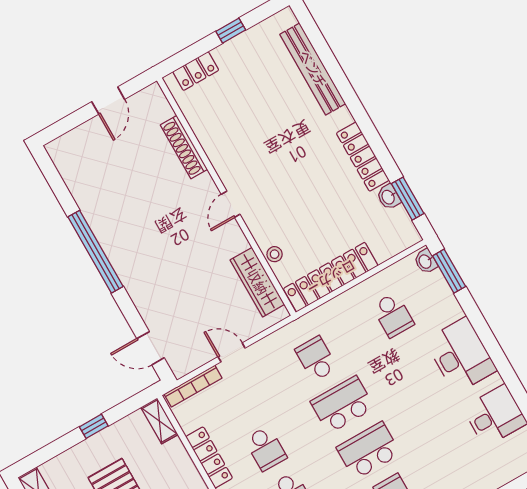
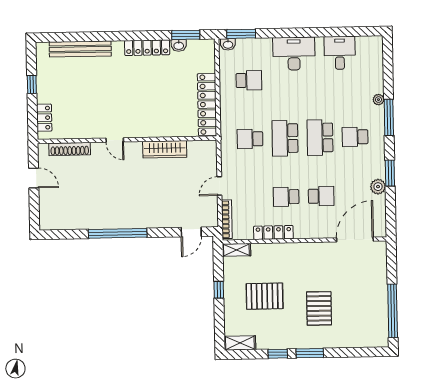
shoe rack: (184, 147) -> (70, 149), moved
door: (231, 204) -> (115, 140), moved
stool: (275, 254) -> (176, 130), removed
wardrobe: (257, 282) -> (165, 149), moved
school desk: (266, 448) -> (286, 197), turned 180

